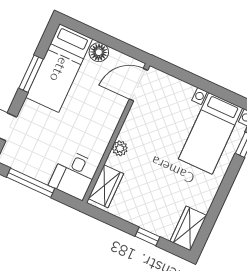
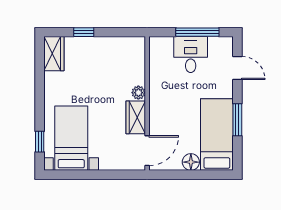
desk: (74, 175) -> (191, 55), moved
wardrobe: (106, 186) -> (136, 117), moved

